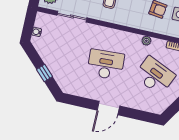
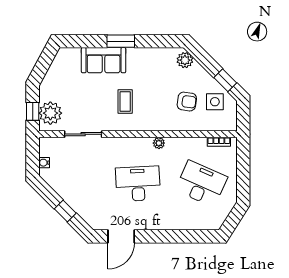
plant: (146, 41) -> (159, 143), moved
door: (108, 108) -> (121, 236), moved

